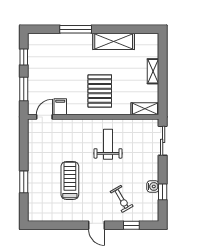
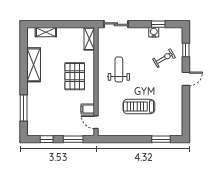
window: (76, 29) -> (24, 108), moved
shelving: (153, 71) -> (46, 32), moved
pallet: (100, 91) -> (75, 76), turned 90
weight bench: (108, 144) -> (119, 69), turned 90
treadmill: (70, 180) -> (139, 107), moved
window: (24, 182) -> (161, 139), moved

